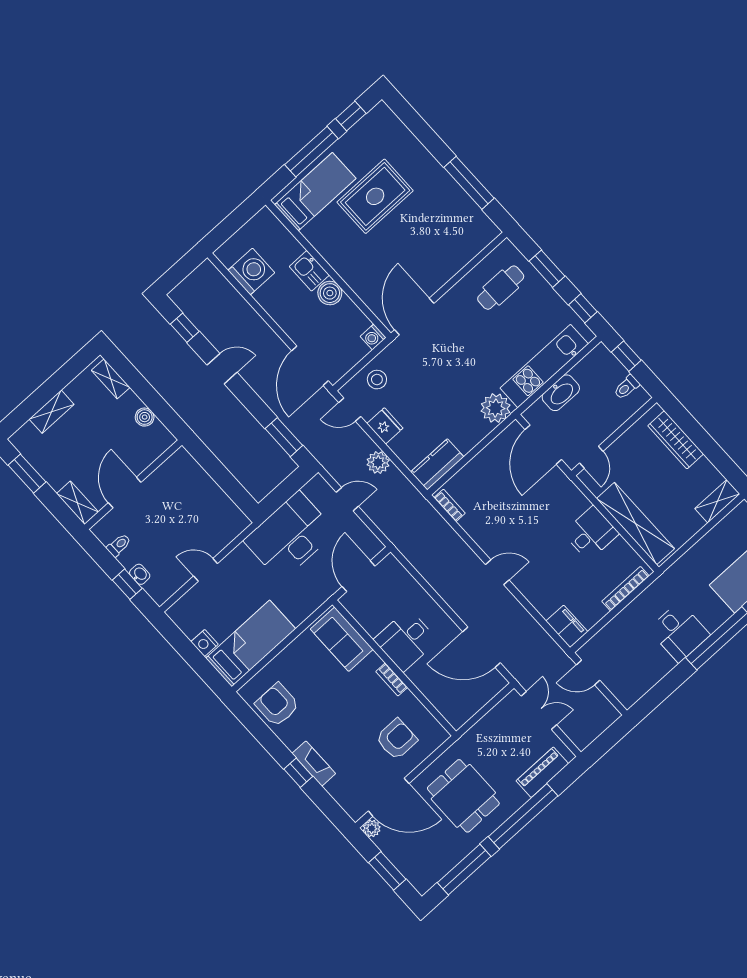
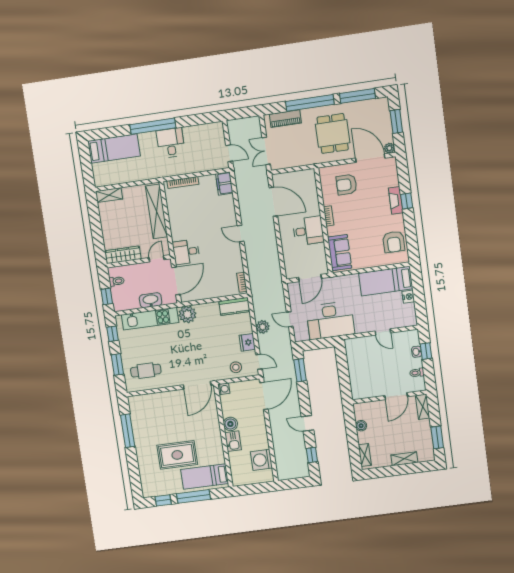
wardrobe: (676, 440) -> (123, 255), moved, turned -90
desk: (591, 533) -> (186, 252), moved

